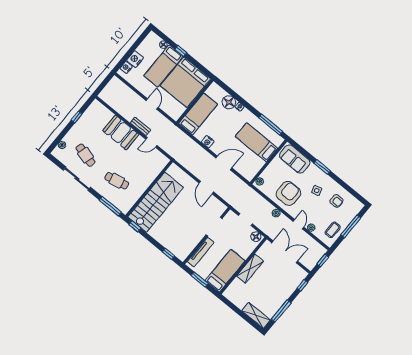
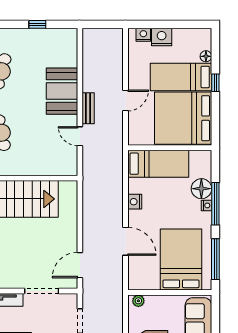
window: (242, 101) -> (215, 204), added
bed: (256, 142) -> (181, 260), width x1.50
door: (206, 188) -> (80, 265), moved

